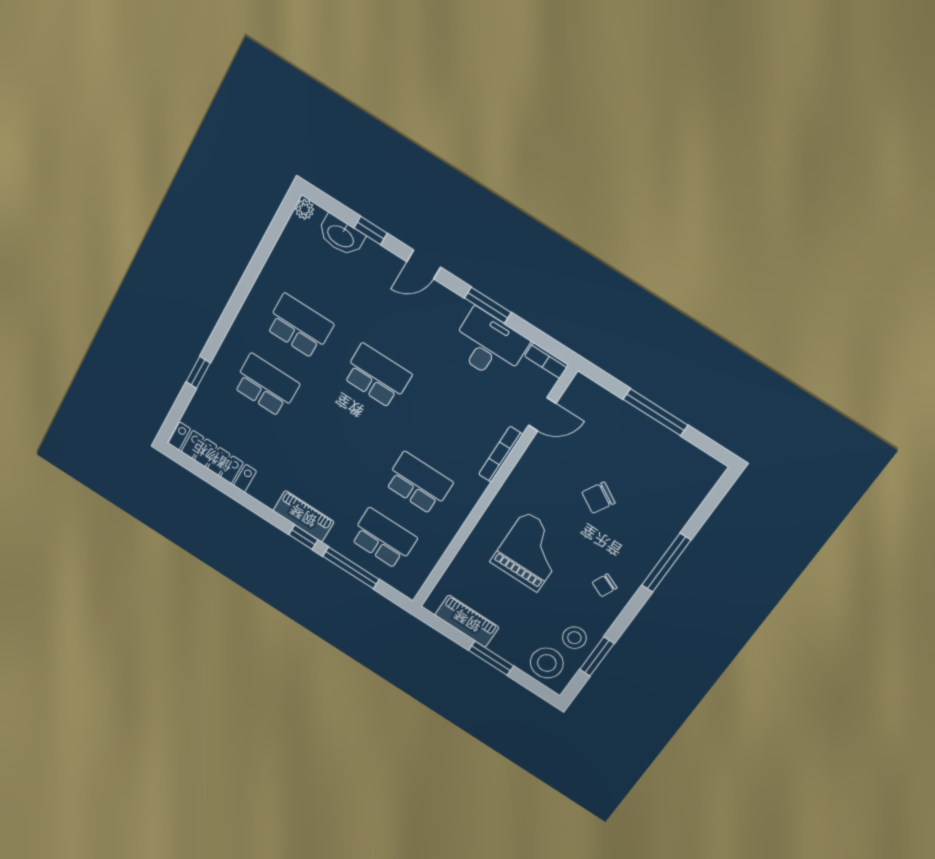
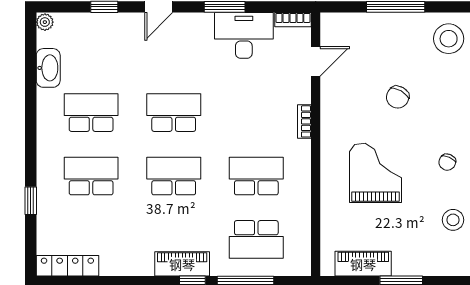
washbasin: (341, 236) -> (48, 68), moved, turned -90
school desk: (342, 434) -> (174, 176), added
bookcase: (501, 454) -> (304, 121), width x0.64
locker: (212, 457) -> (67, 266), width x0.71, depth x0.83
school desk: (383, 538) -> (256, 239), turned 180
stool: (547, 663) -> (449, 39), moved

